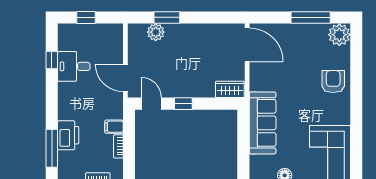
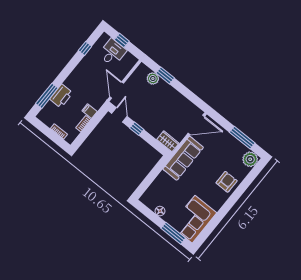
door: (247, 45) -> (196, 125), hinge flipped
desk: (74, 66) -> (113, 53), moved, turned 90
sofa: (263, 123) -> (183, 158), moved

